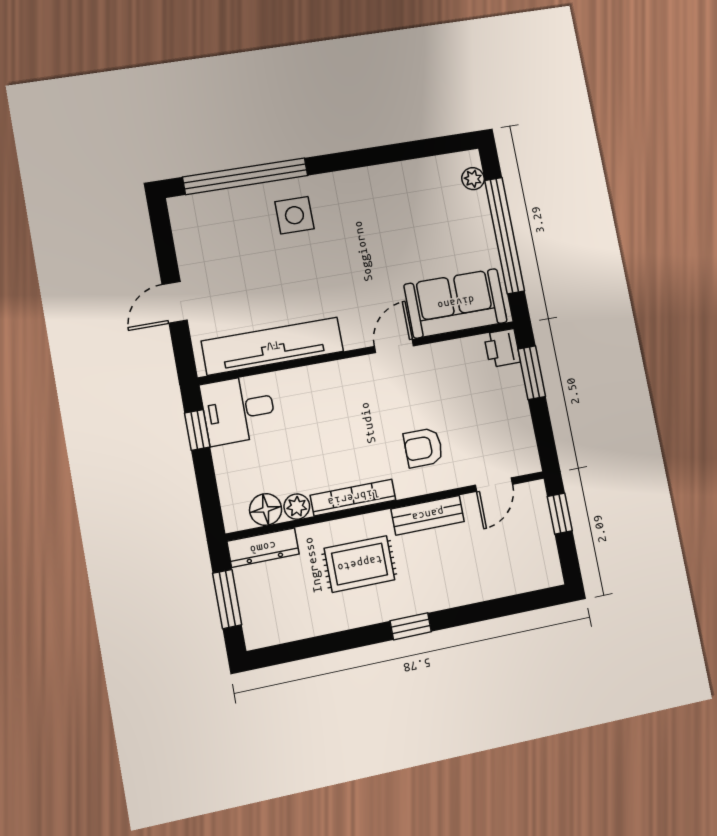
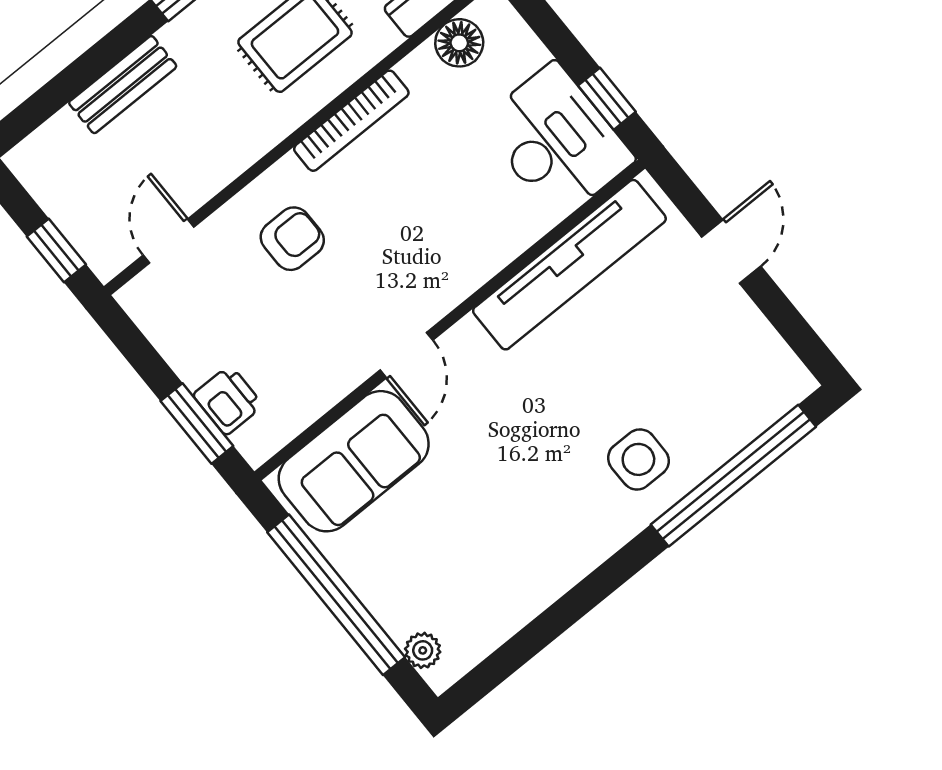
printer: (502, 348) -> (228, 400), moved
desk: (238, 410) -> (557, 141), width x1.37
plant: (297, 507) -> (420, 69), removed
bench: (428, 515) -> (123, 85), moved

